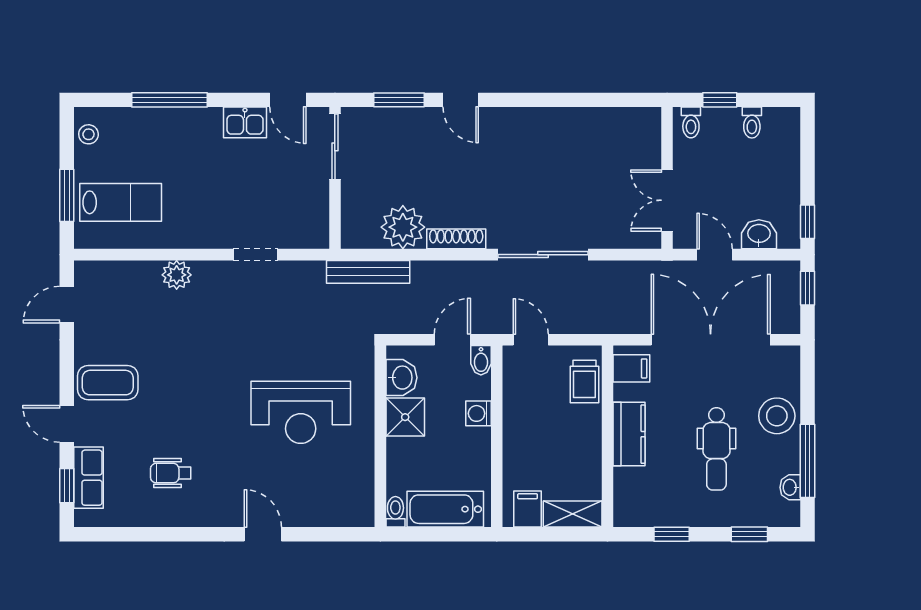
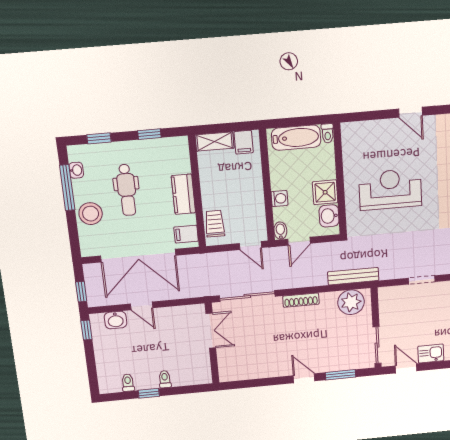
wall: (667, 178) -> (212, 343), moved
double door: (667, 200) -> (211, 331), moved
plant: (403, 227) -> (351, 302), moved
dental chair: (716, 449) -> (127, 190), turned 180

